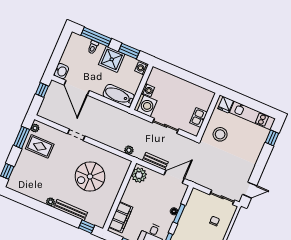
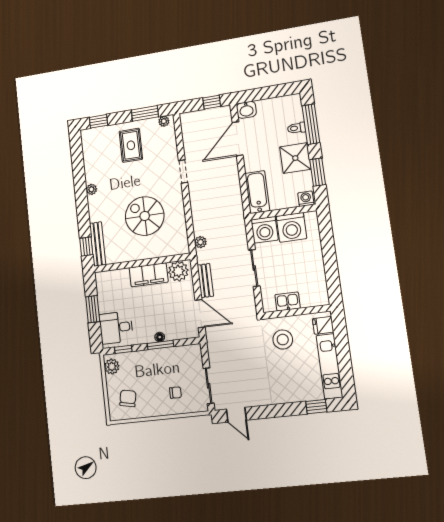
washing machine: (148, 90) -> (291, 227), width x1.89, depth x1.89
rug: (40, 146) -> (131, 145), moved
bench: (71, 210) -> (98, 244), moved
filing cabinet: (121, 217) -> (149, 275), moved

